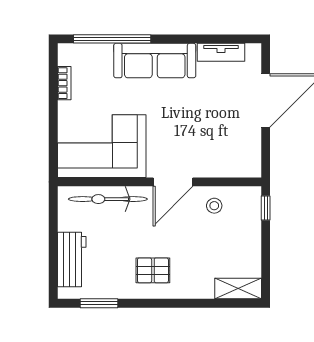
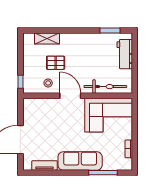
window: (112, 39) -> (103, 173), width x0.68
door: (173, 182) -> (70, 96), hinge flipped
pallet: (153, 270) -> (56, 63), moved
shelving: (238, 289) -> (47, 38), moved

